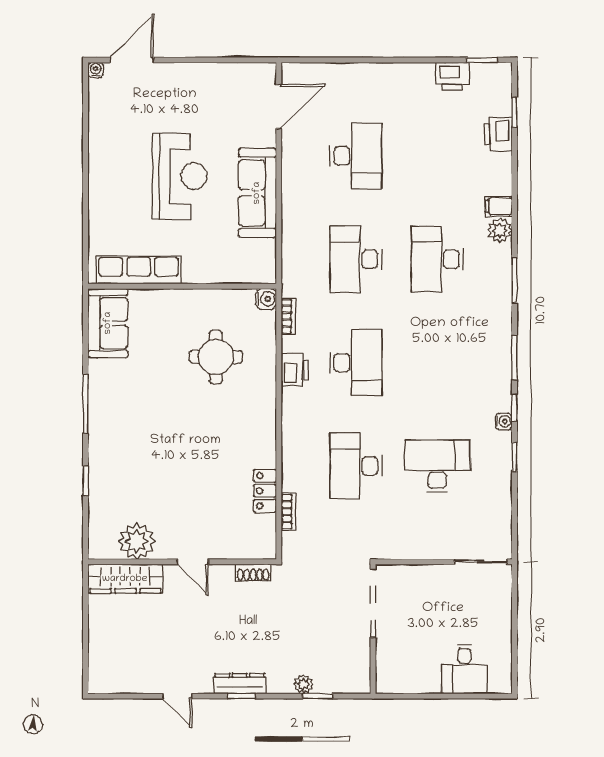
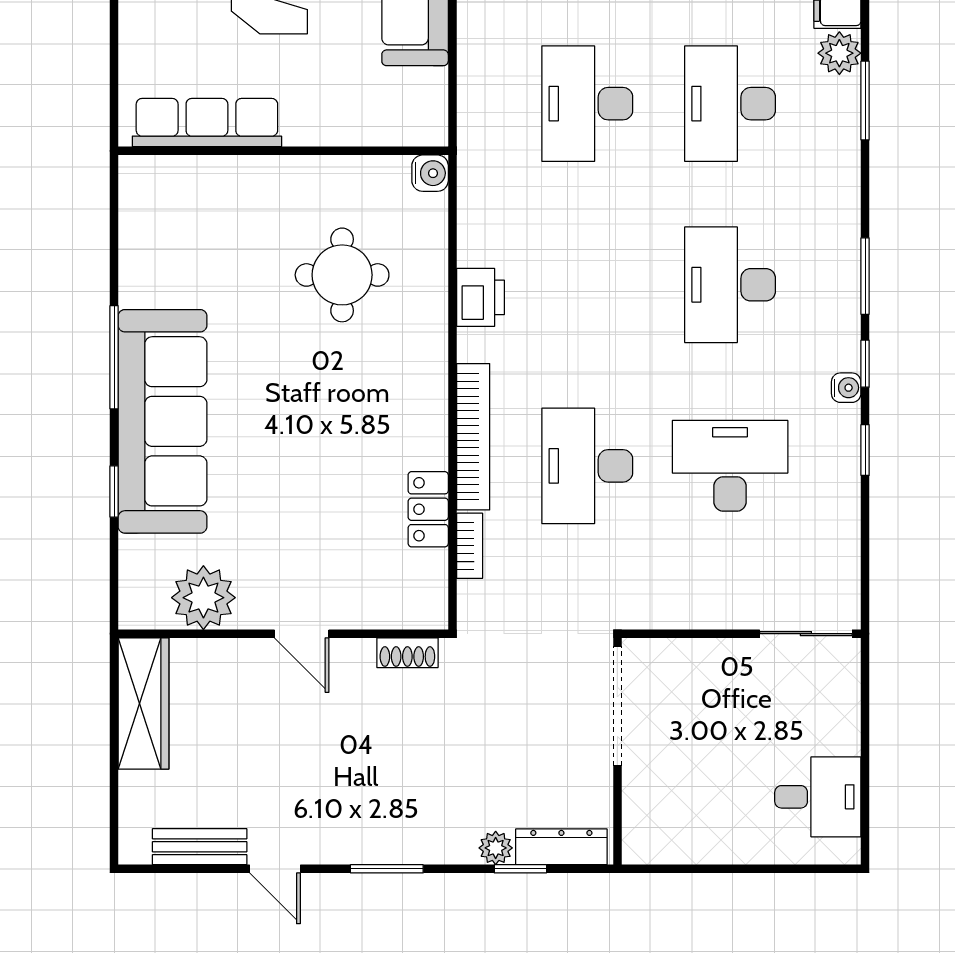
window: (514, 280) -> (865, 101), moved
bookcase: (288, 316) -> (473, 437), moved, width x2.31, depth x1.31
sofa: (108, 323) -> (163, 421), moved, width x1.85, depth x1.27
desk: (356, 363) -> (730, 285), moved, turned 180
wardrobe: (125, 579) -> (144, 703), moved, turned -90
desk: (464, 669) -> (818, 797), moved, turned -90
bench: (134, 683) -> (200, 847), added
dresser: (240, 684) -> (561, 847), moved
window: (241, 696) -> (387, 869), width x1.50

